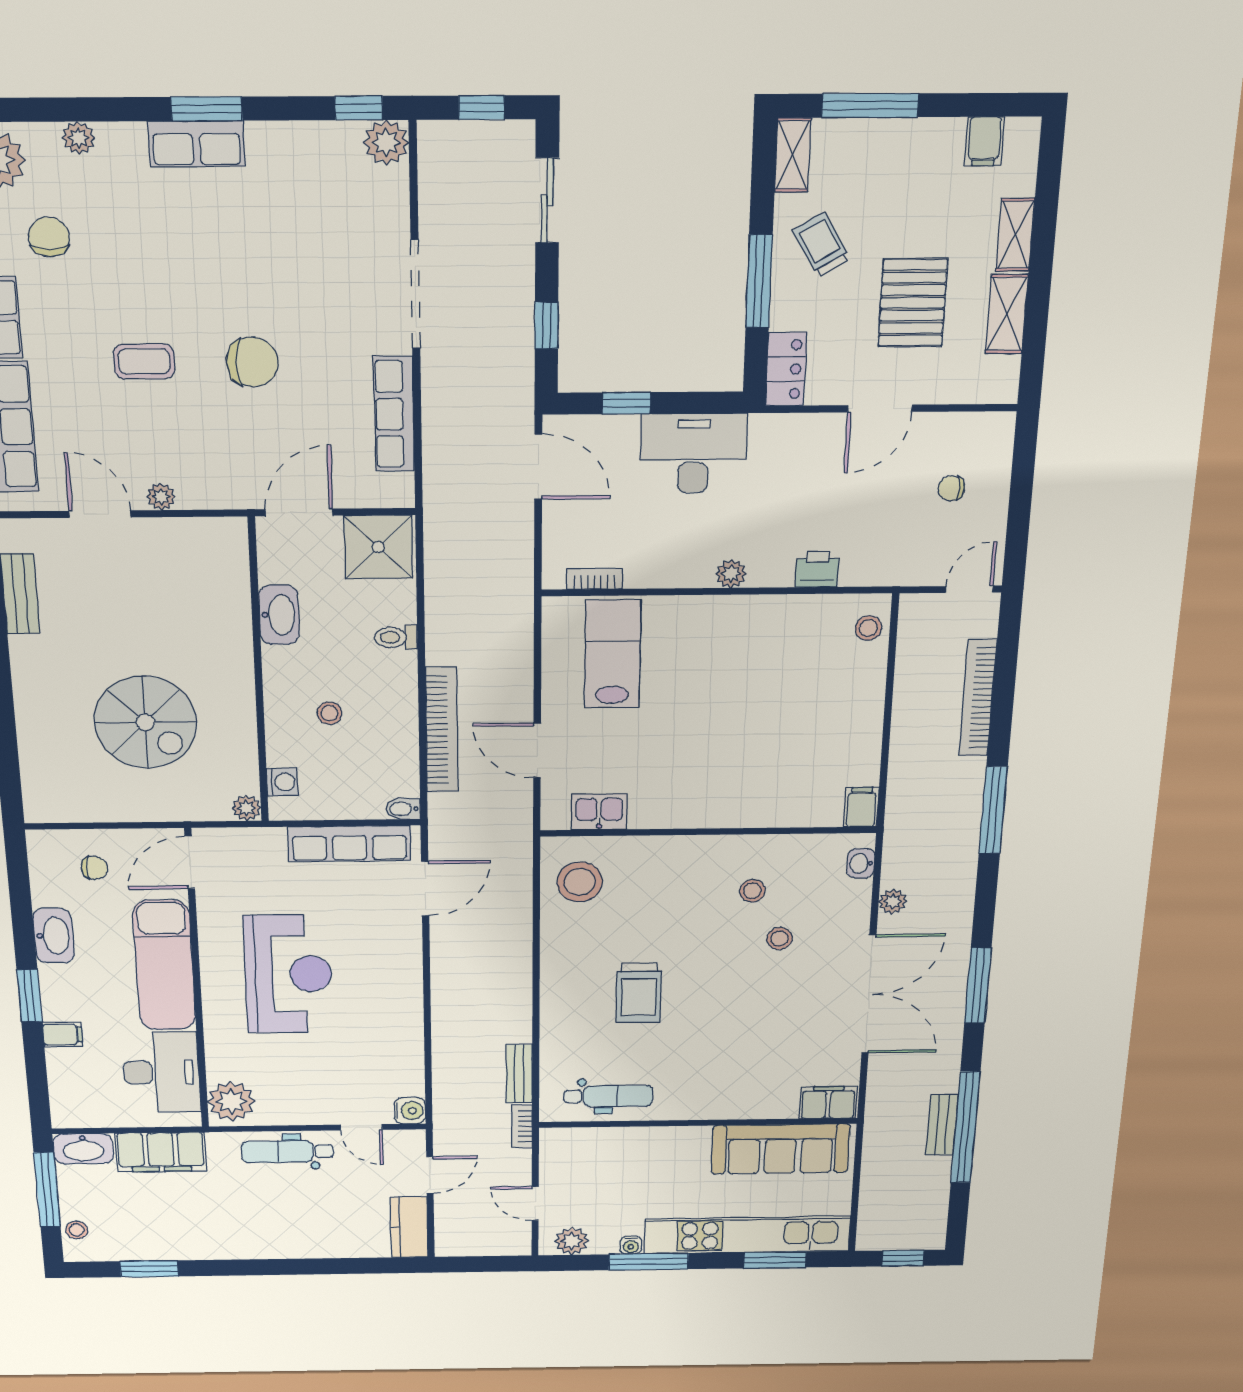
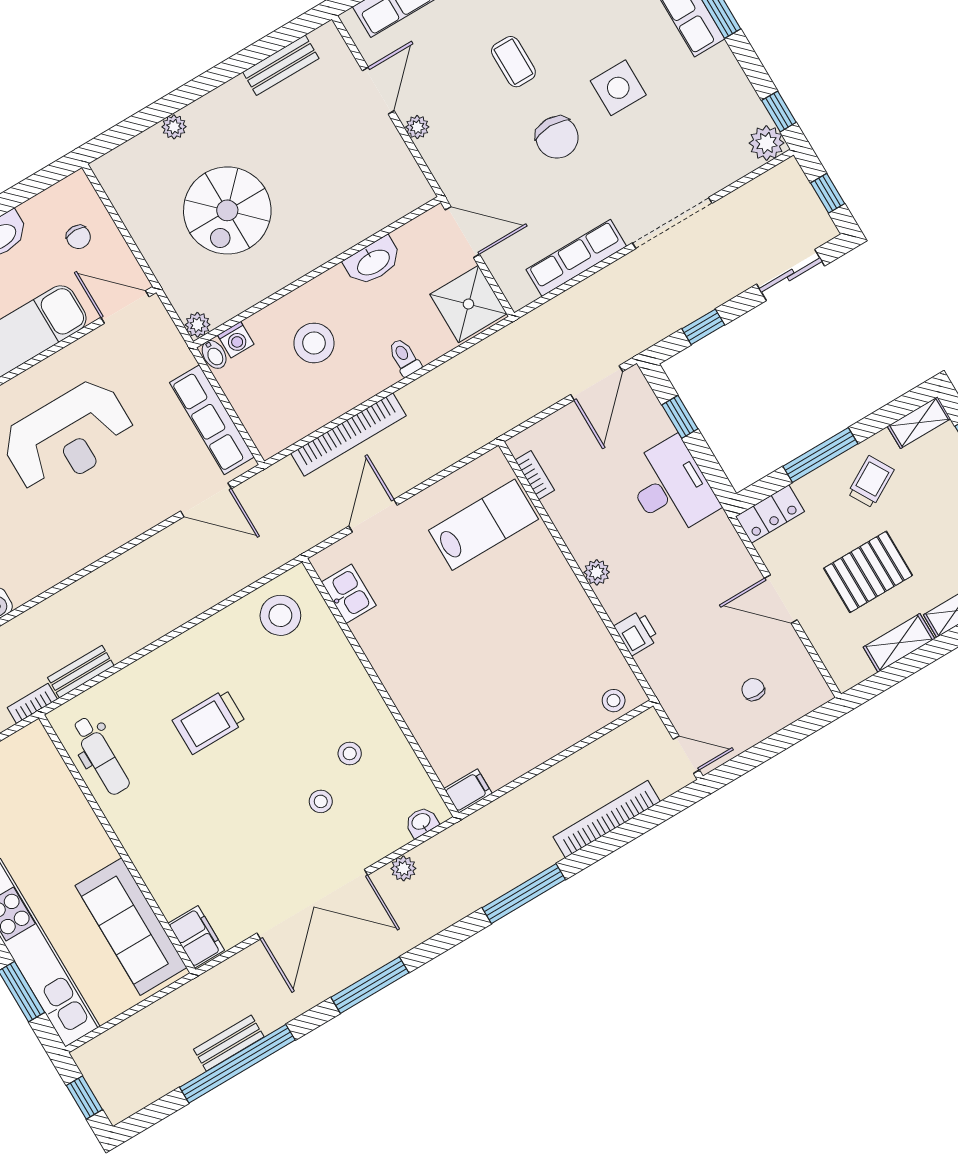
side table: (234, 268) -> (618, 88), added
stool: (329, 713) -> (314, 343), width x1.89, depth x1.89
plant: (30, 727) -> (174, 127), added
bidet: (403, 809) -> (214, 354), moved, turned 180

